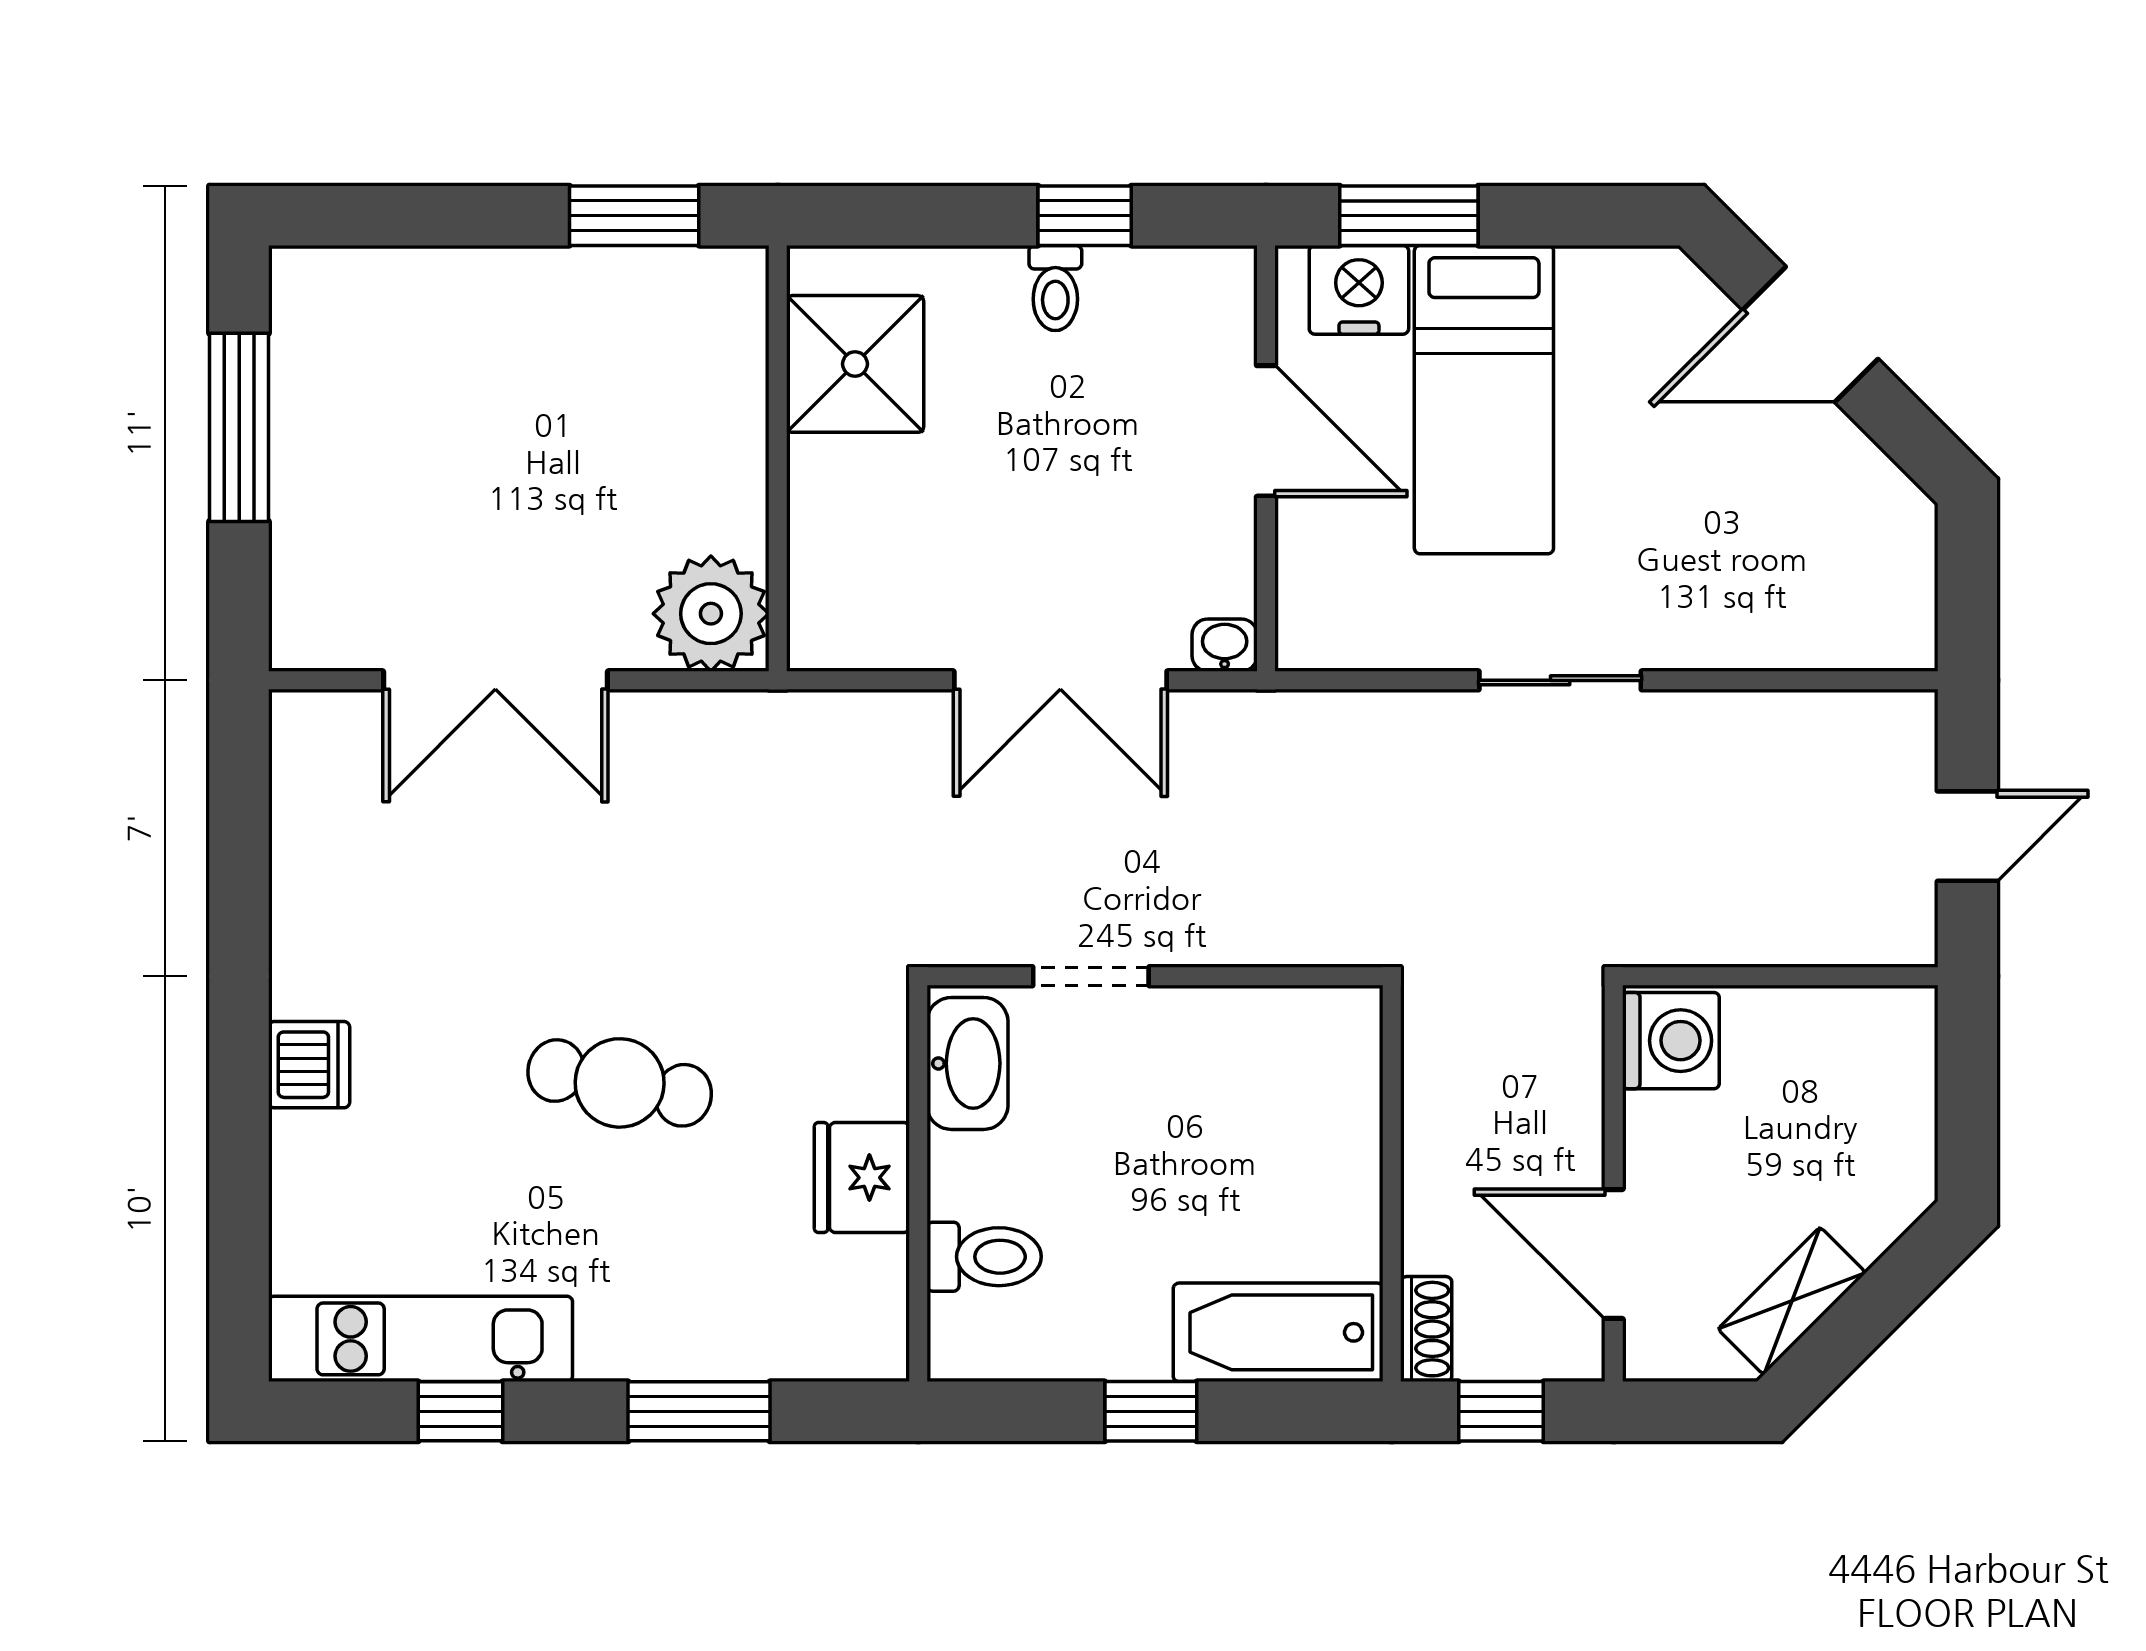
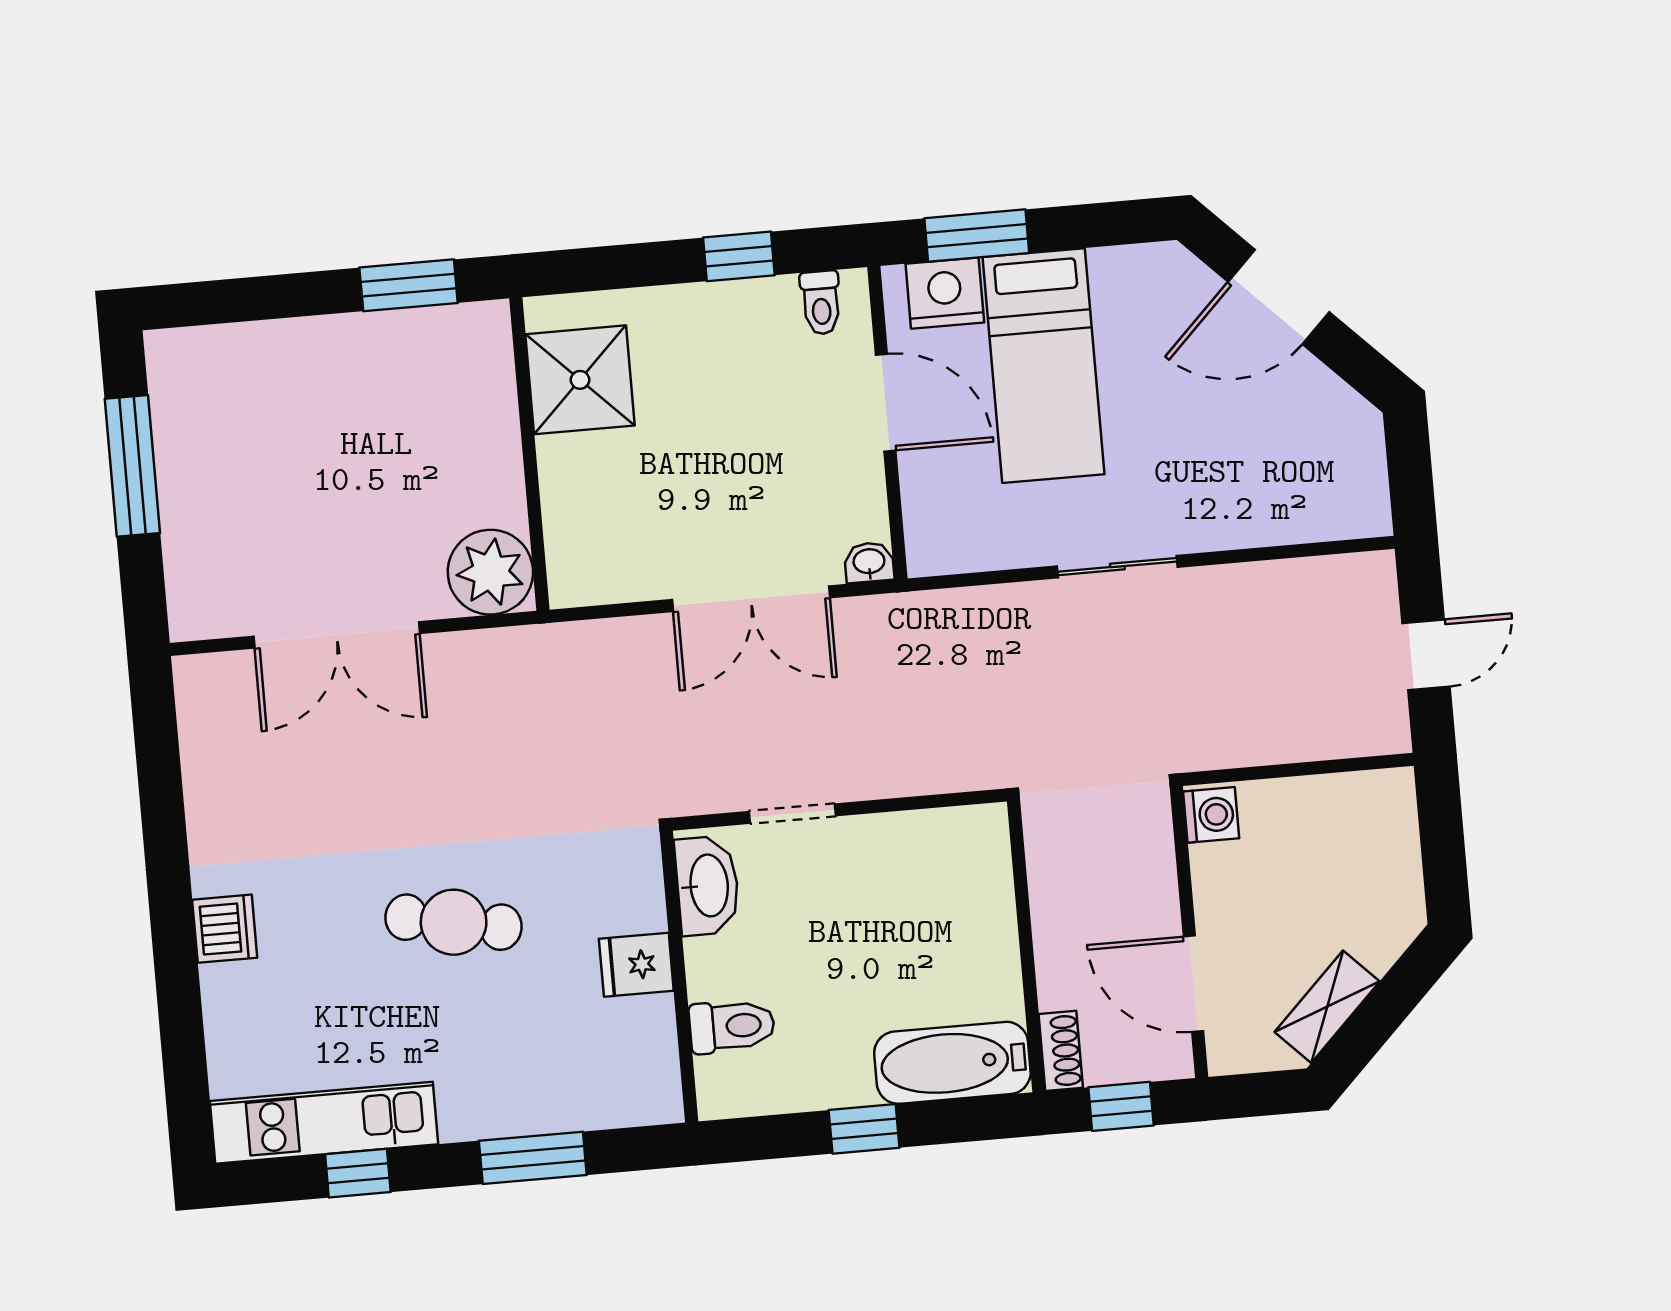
toilet: (1055, 288) -> (821, 303), moved
washing machine: (1671, 1041) -> (1211, 815), width x0.73, depth x0.73
fridge: (862, 1178) -> (636, 965), width x0.72

